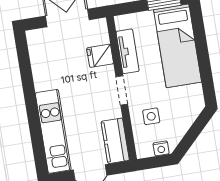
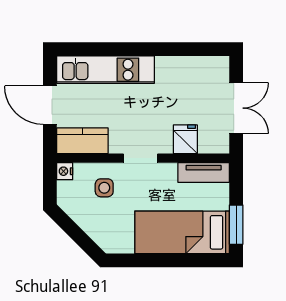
tv unit: (128, 51) -> (204, 173), moved
nightstand: (161, 148) -> (65, 171), moved

